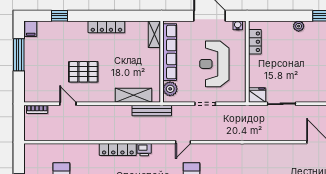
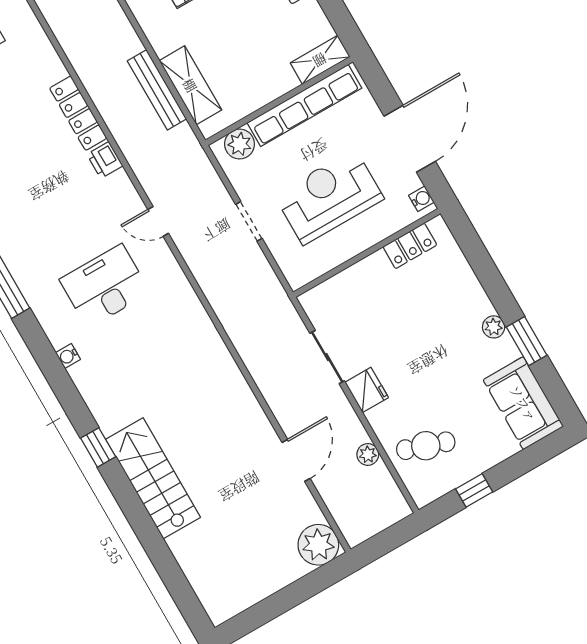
plant: (299, 26) -> (494, 327), moved
fridge: (257, 95) -> (367, 390), moved
bench: (152, 111) -> (157, 90), moved

